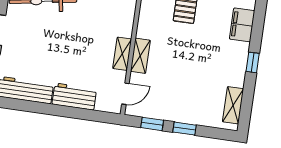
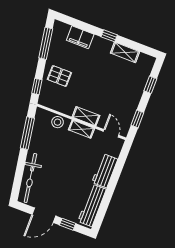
stool: (124, 20) -> (58, 122), added
shelving: (233, 105) -> (125, 52), moved
window: (184, 129) -> (150, 85), moved

